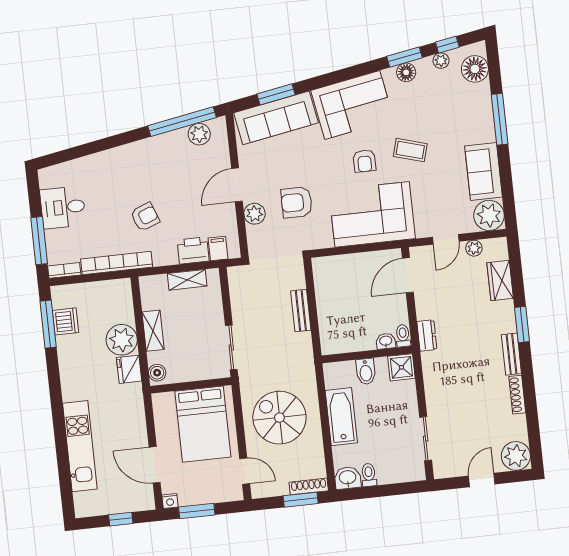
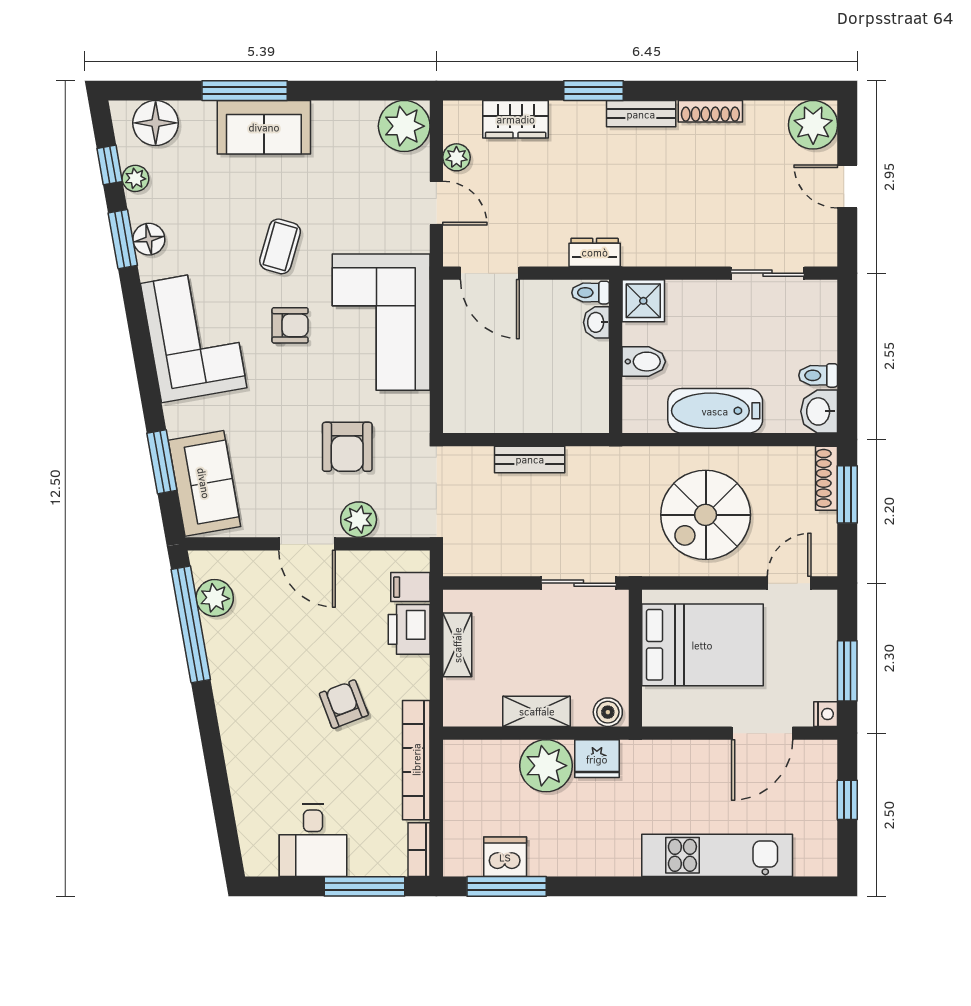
sofa: (276, 118) -> (204, 483), width x0.73
sofa: (483, 171) -> (264, 127), moved

